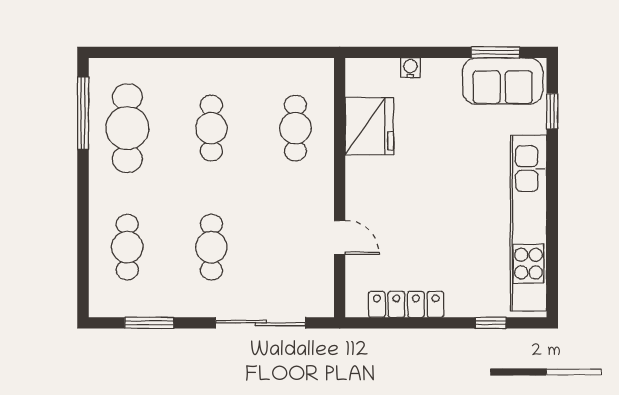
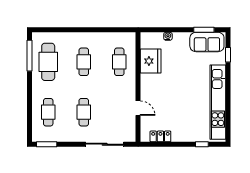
locker: (406, 304) -> (160, 136), width x0.66
window: (149, 323) -> (47, 144), moved

